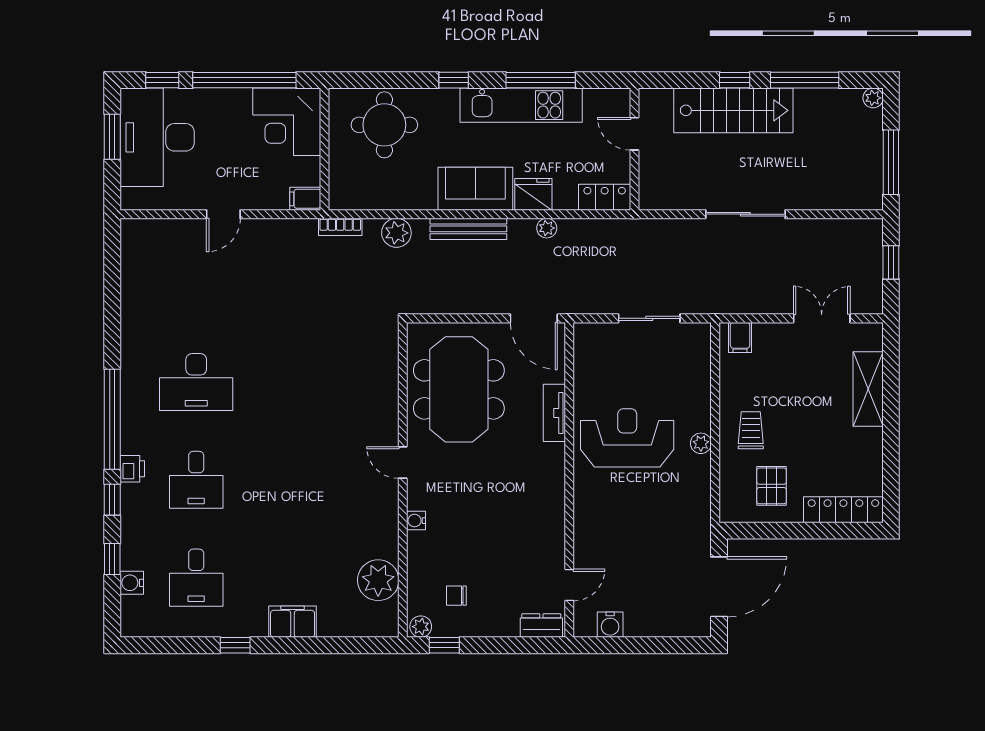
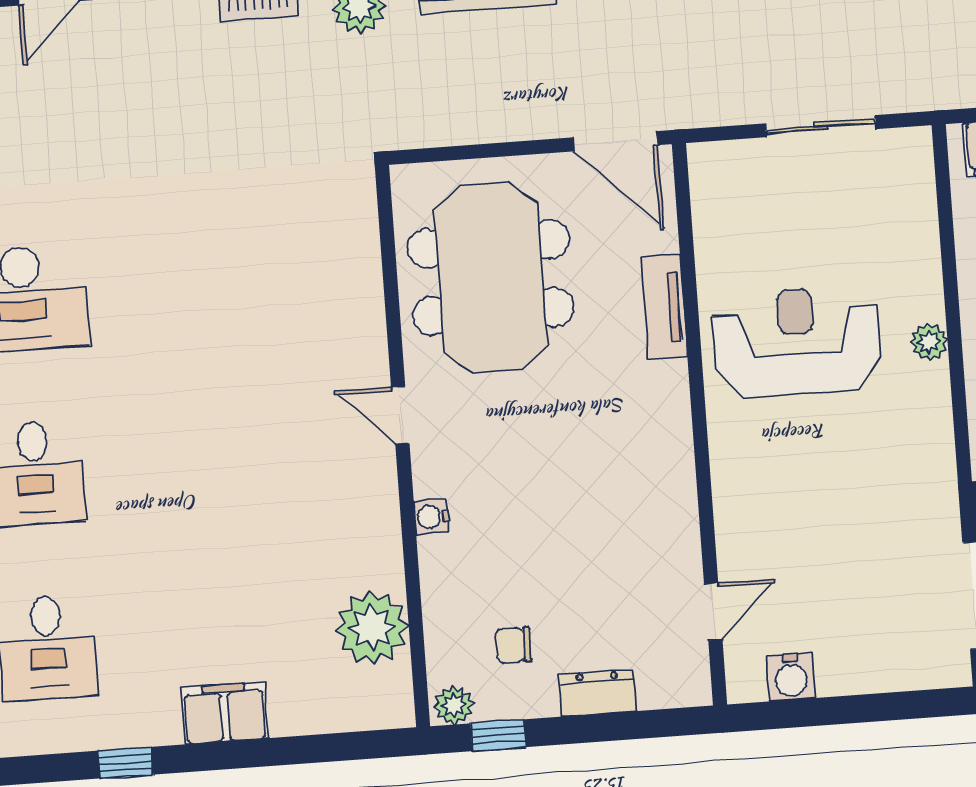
dresser: (541, 626) -> (598, 693), moved

